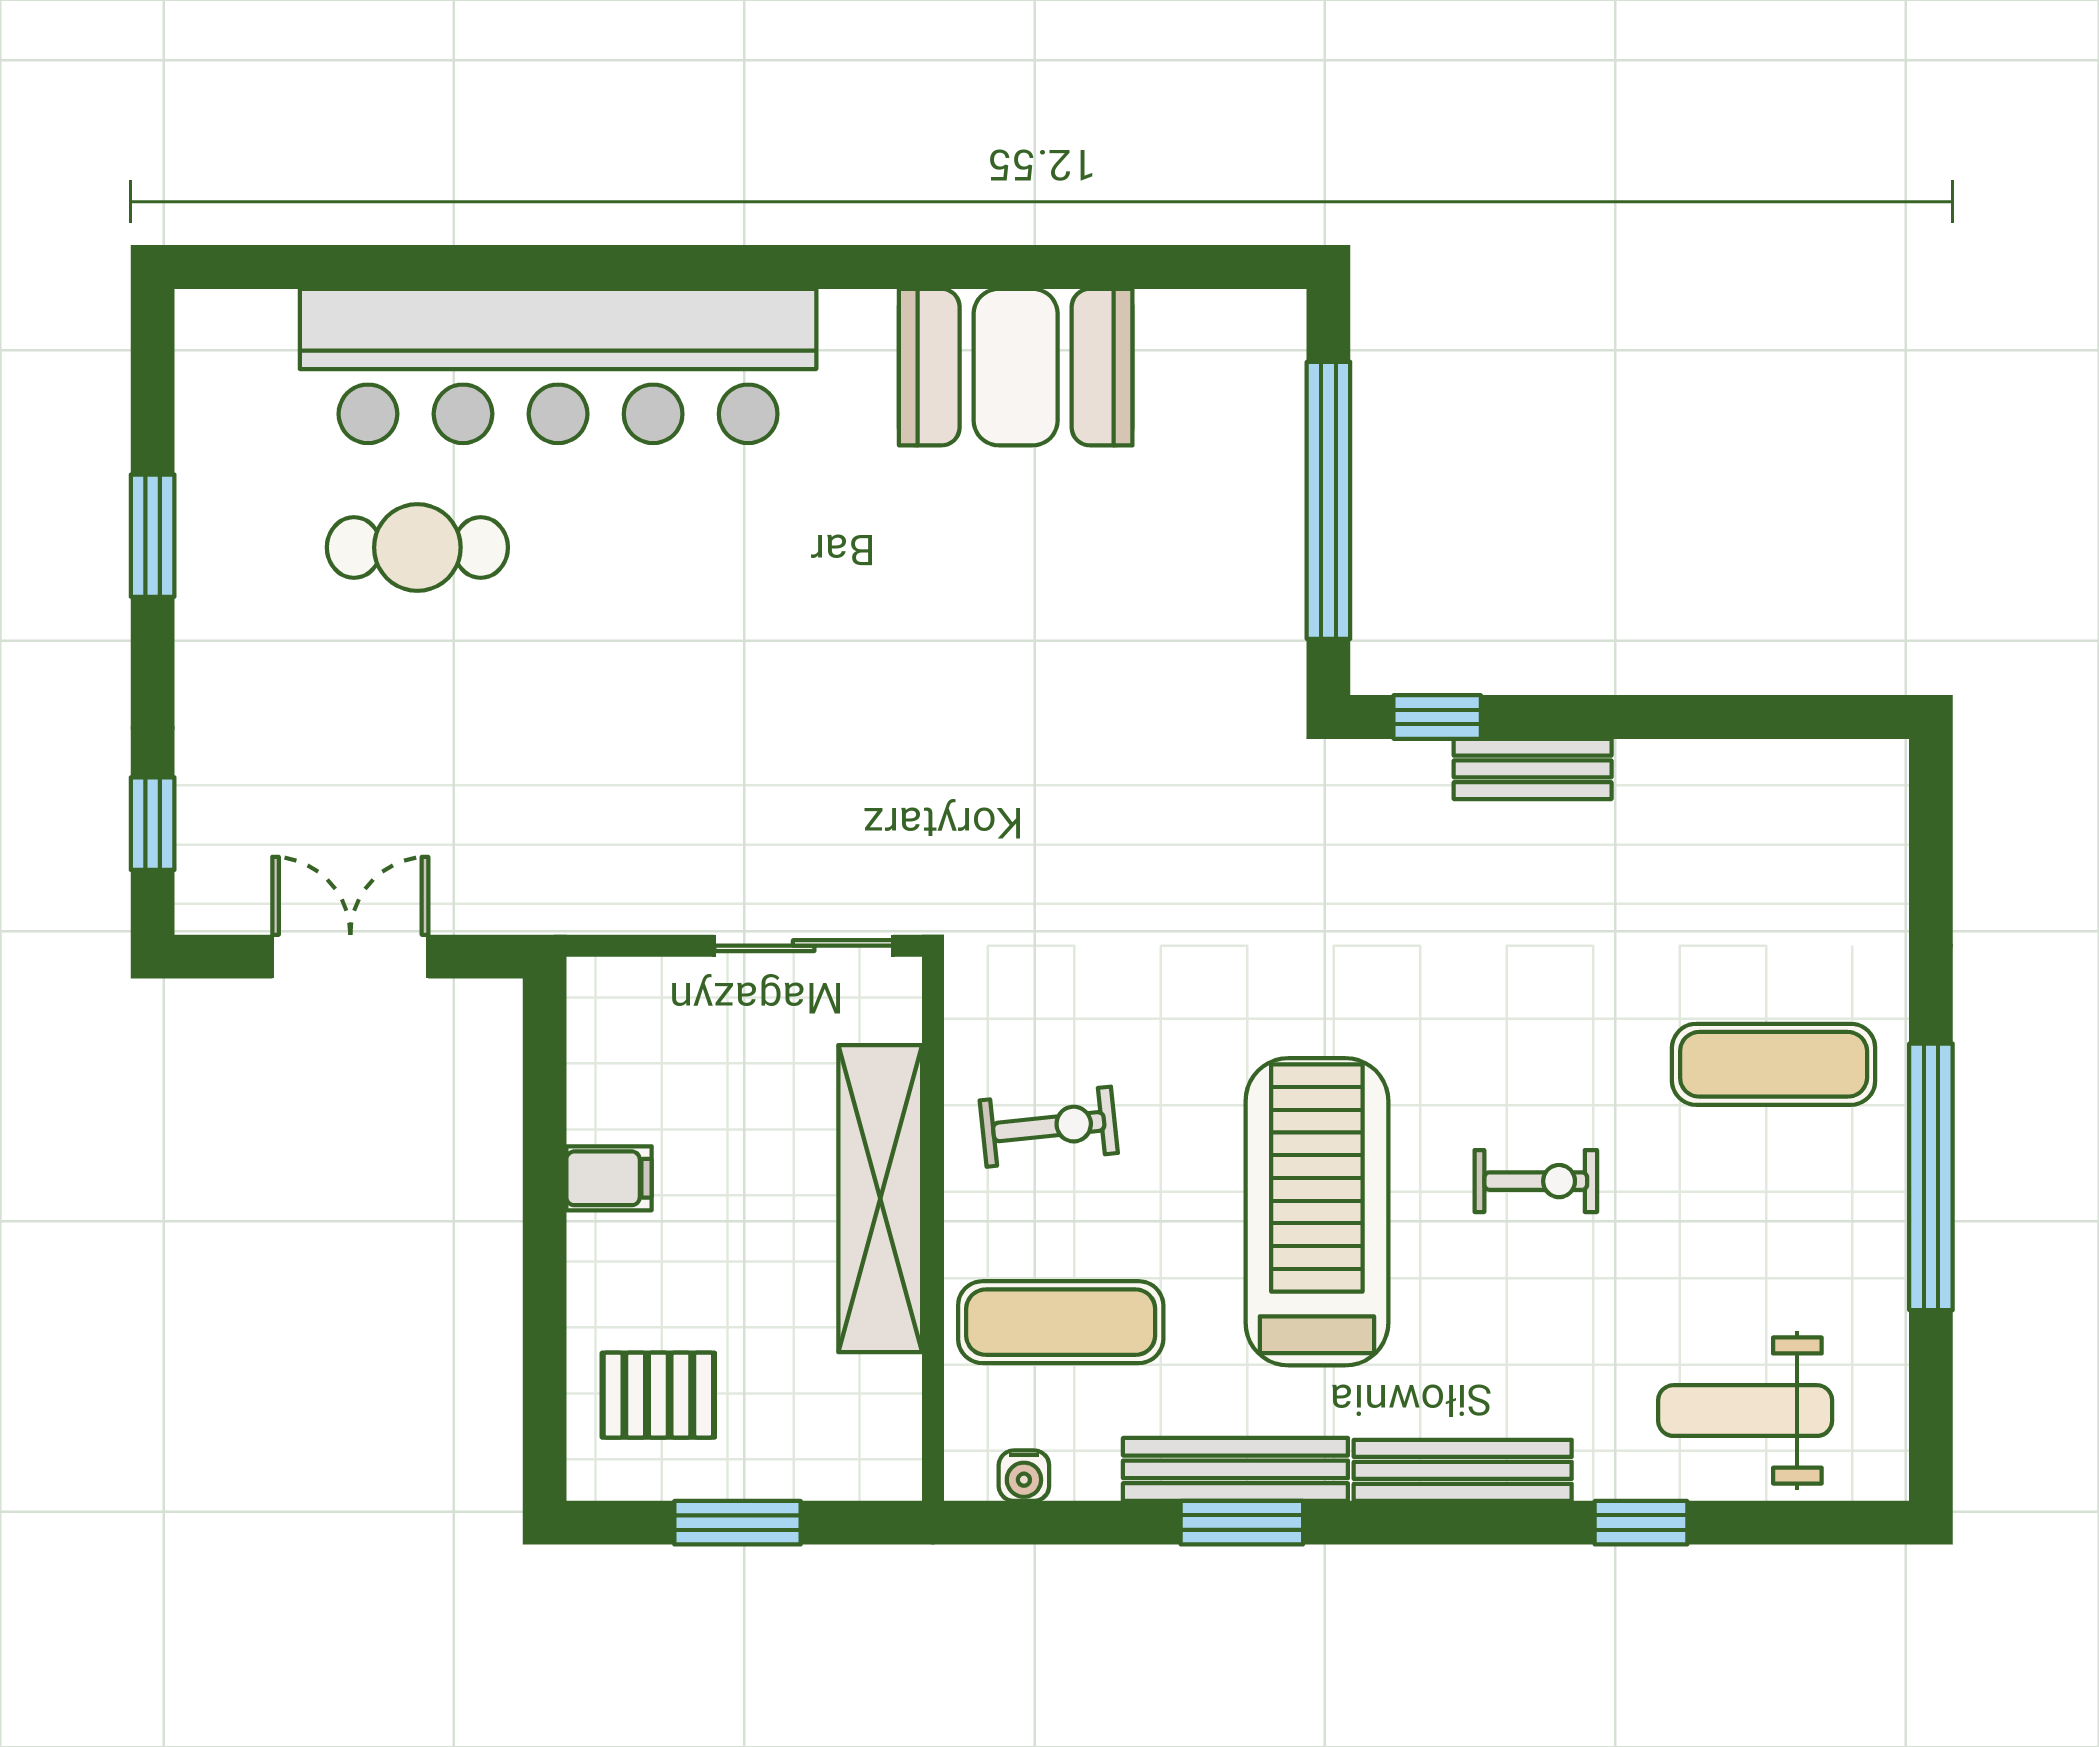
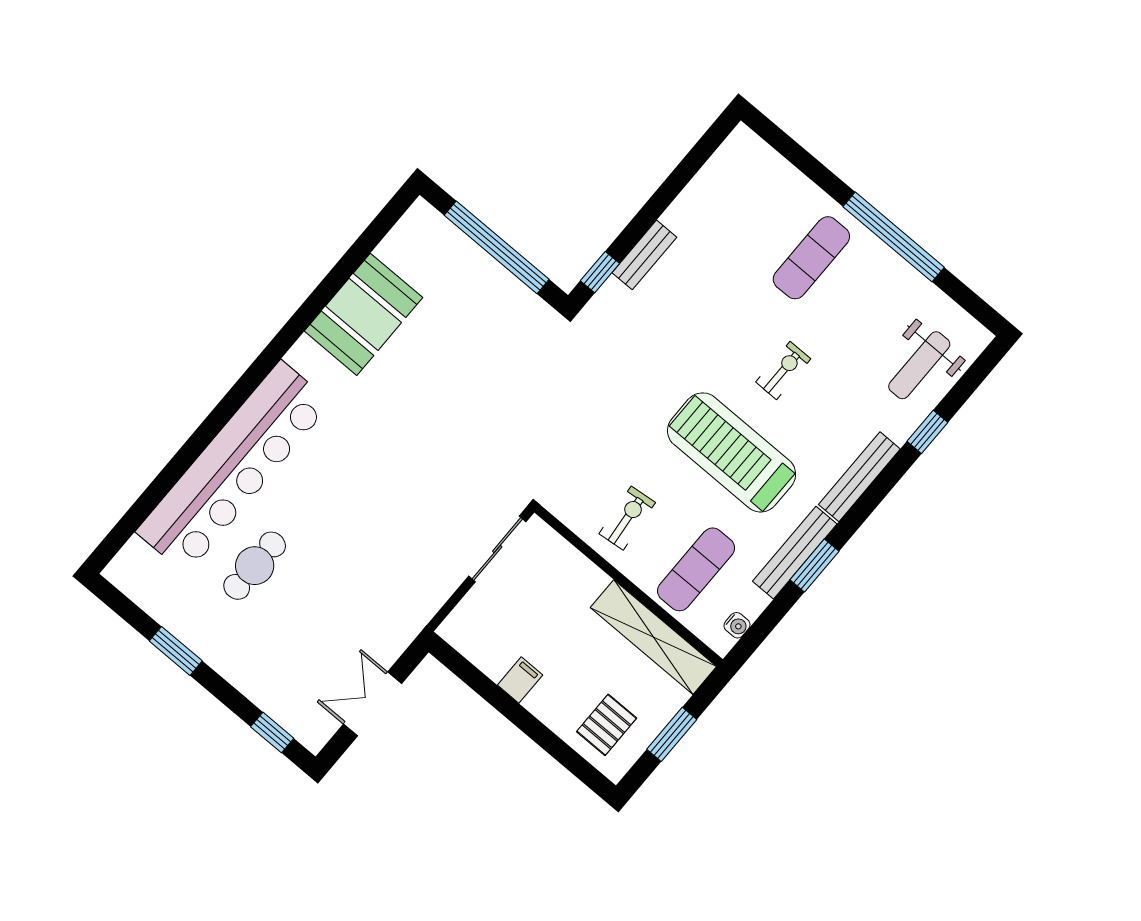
shelving: (880, 1199) -> (653, 637), moved

